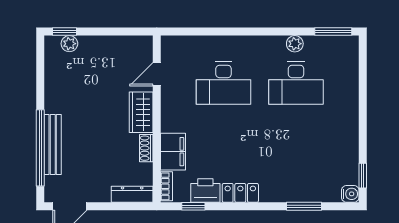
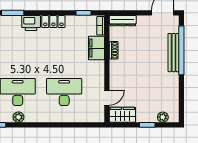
window: (65, 32) -> (147, 125), moved
wardrobe: (141, 112) -> (122, 115), moved, turned -90
printer: (205, 191) -> (31, 23), moved

